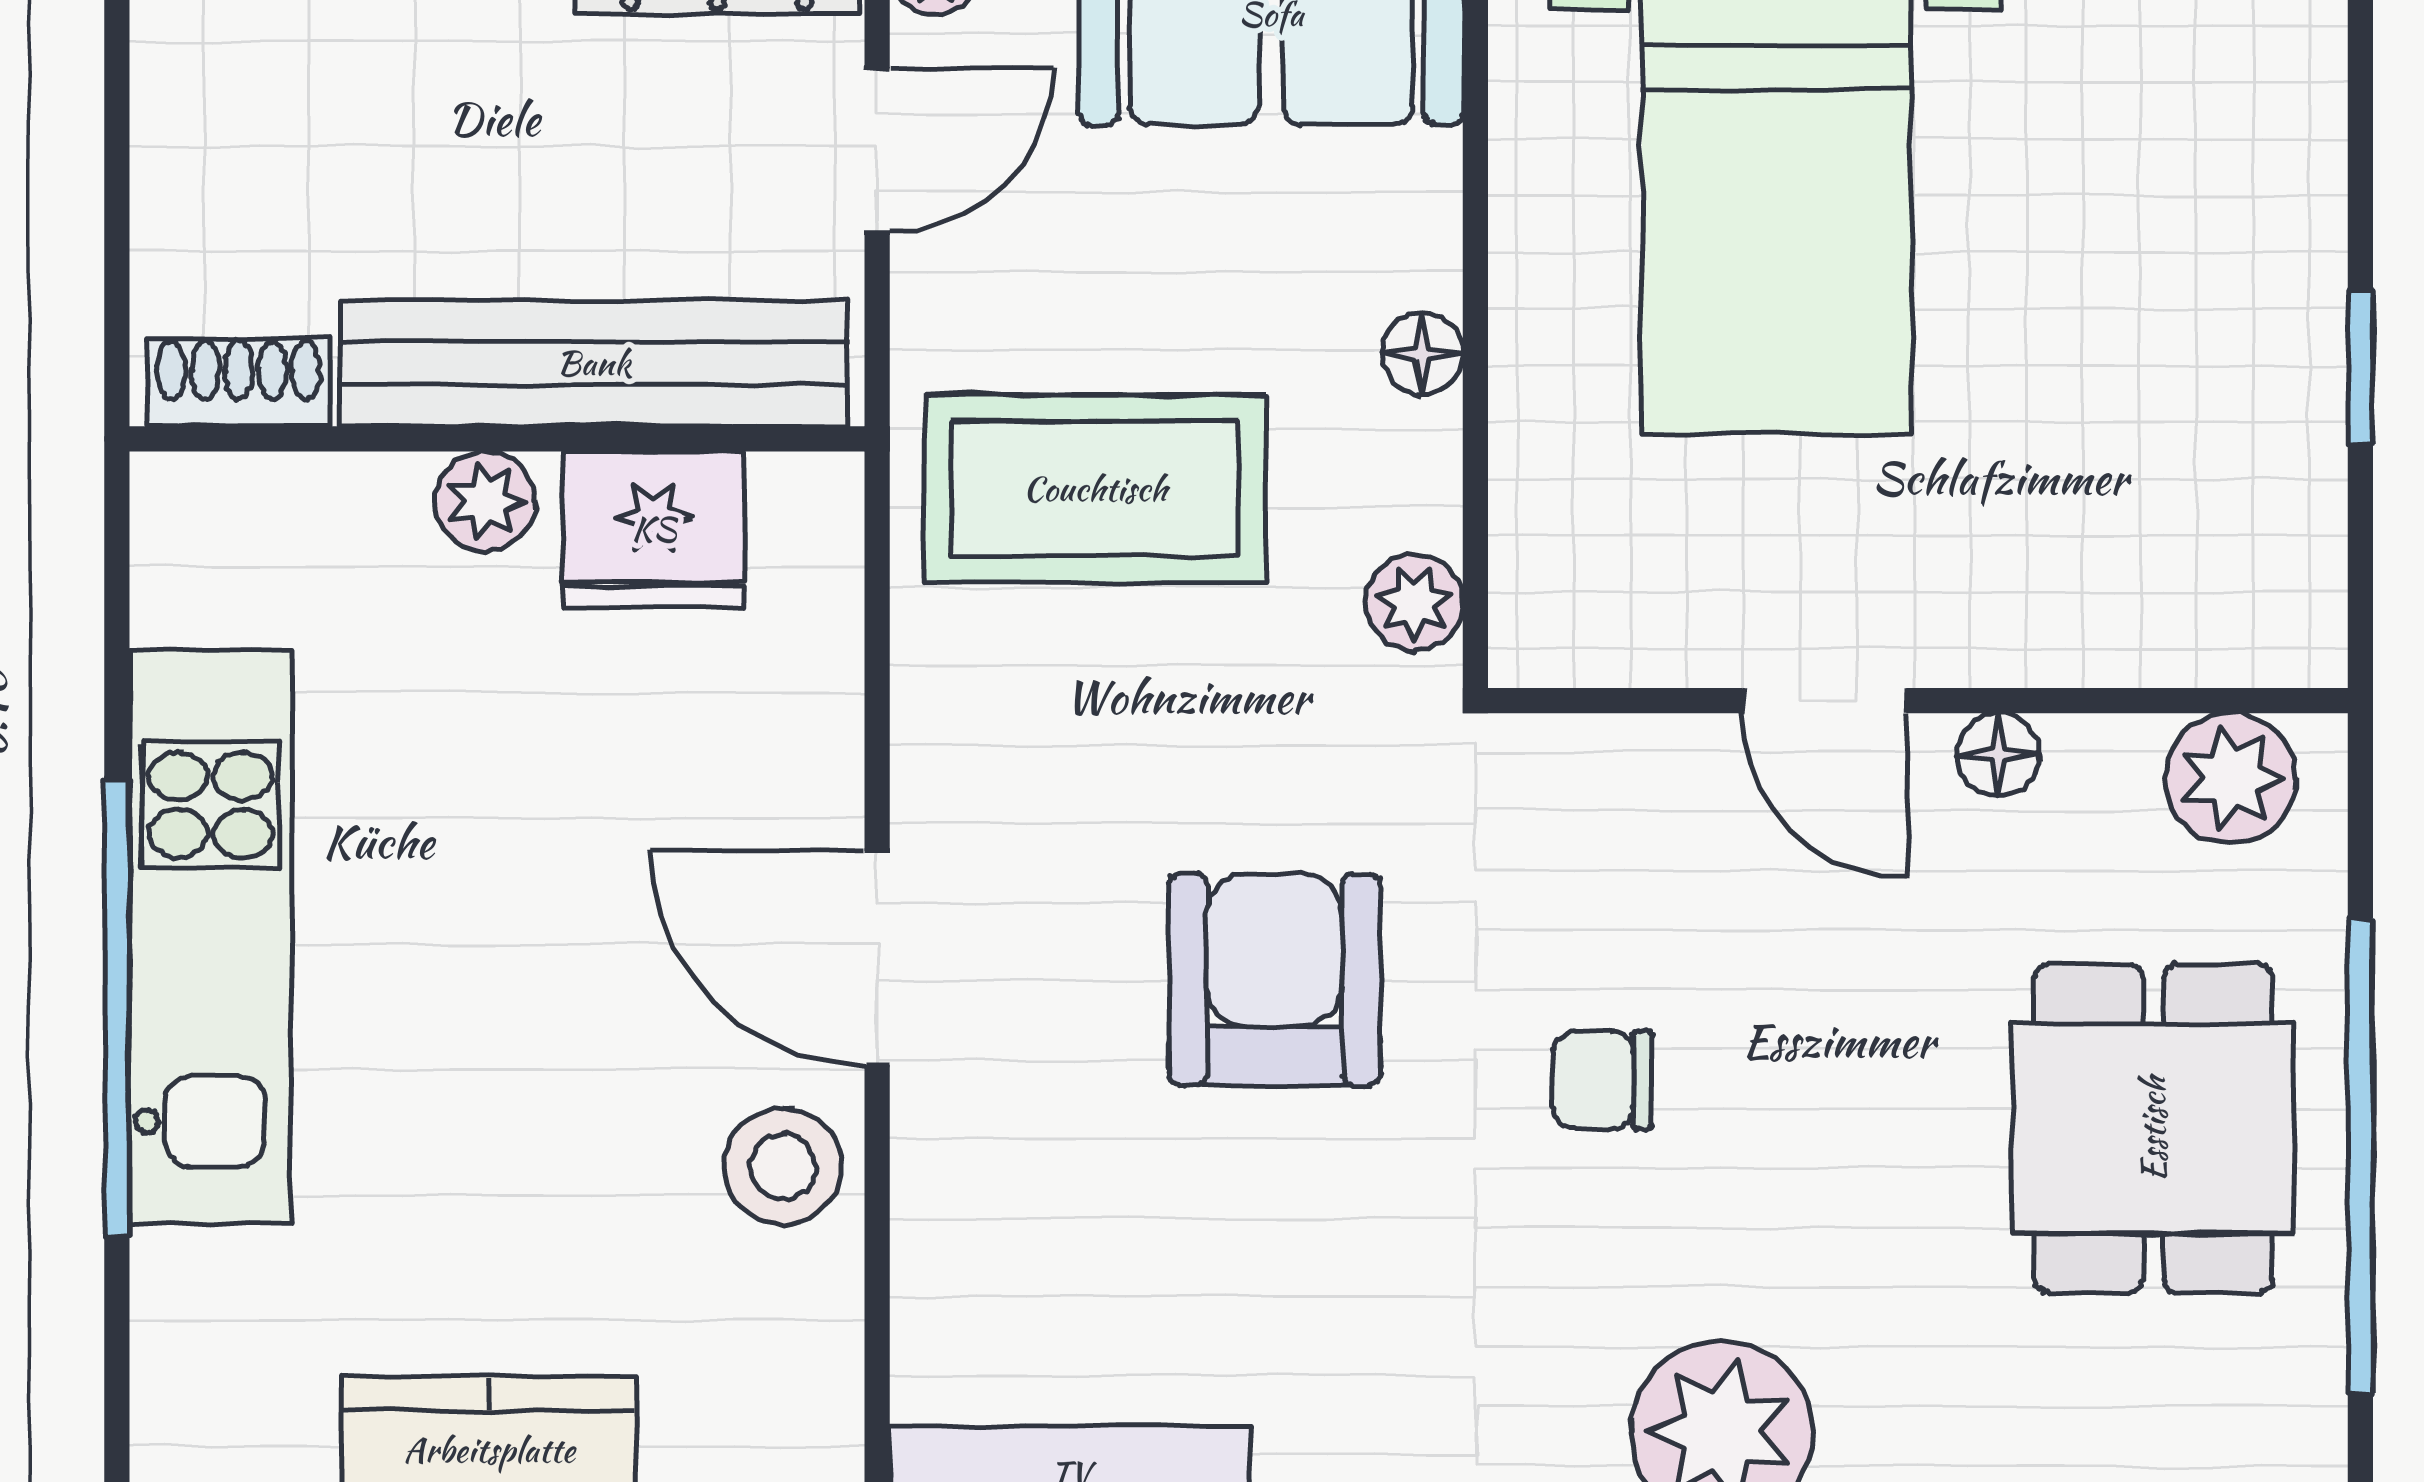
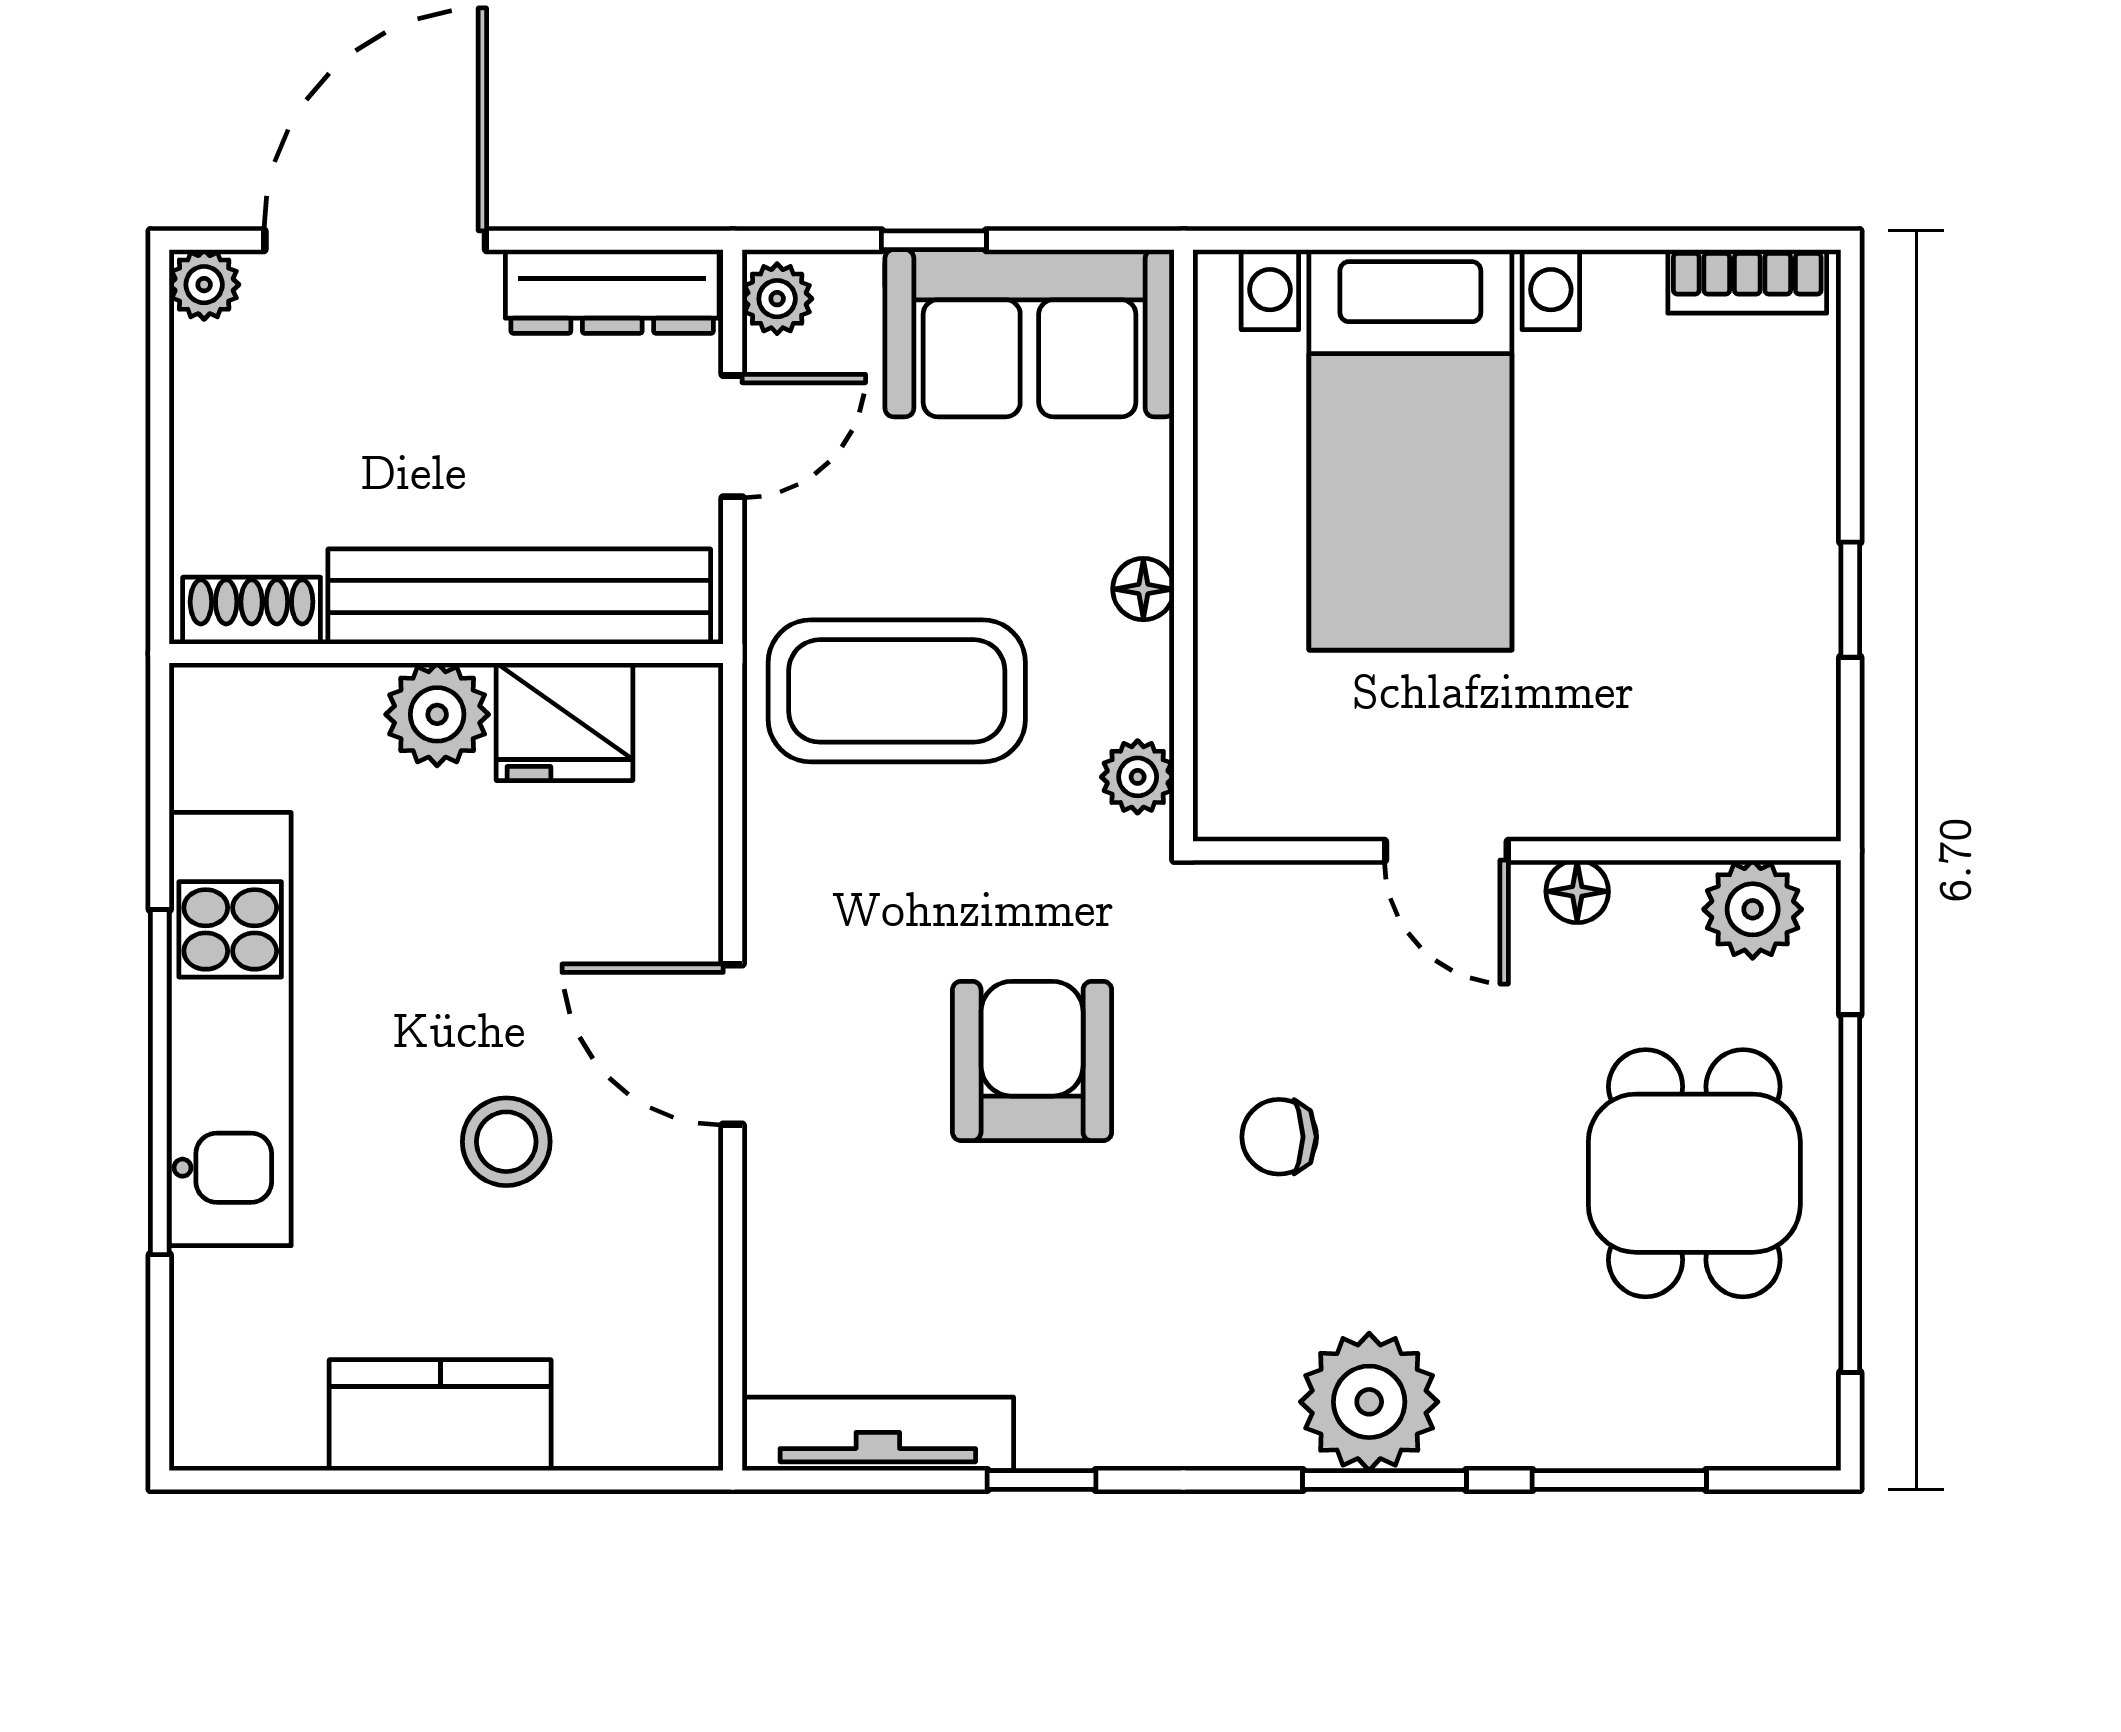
plant: (485, 501) -> (437, 714), width x1.38, depth x1.38
stool: (783, 1166) -> (506, 1142), moved

